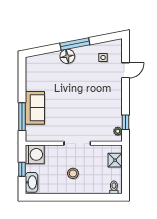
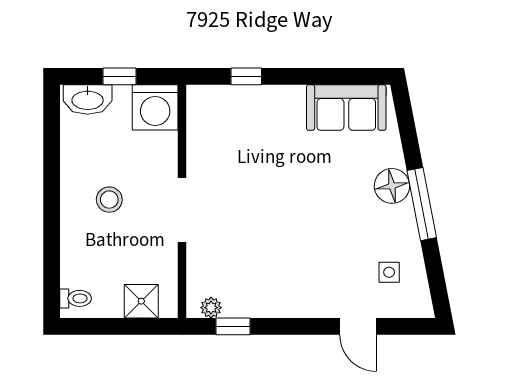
sofa: (35, 108) -> (346, 108), moved
window: (22, 117) -> (246, 76), width x0.46

